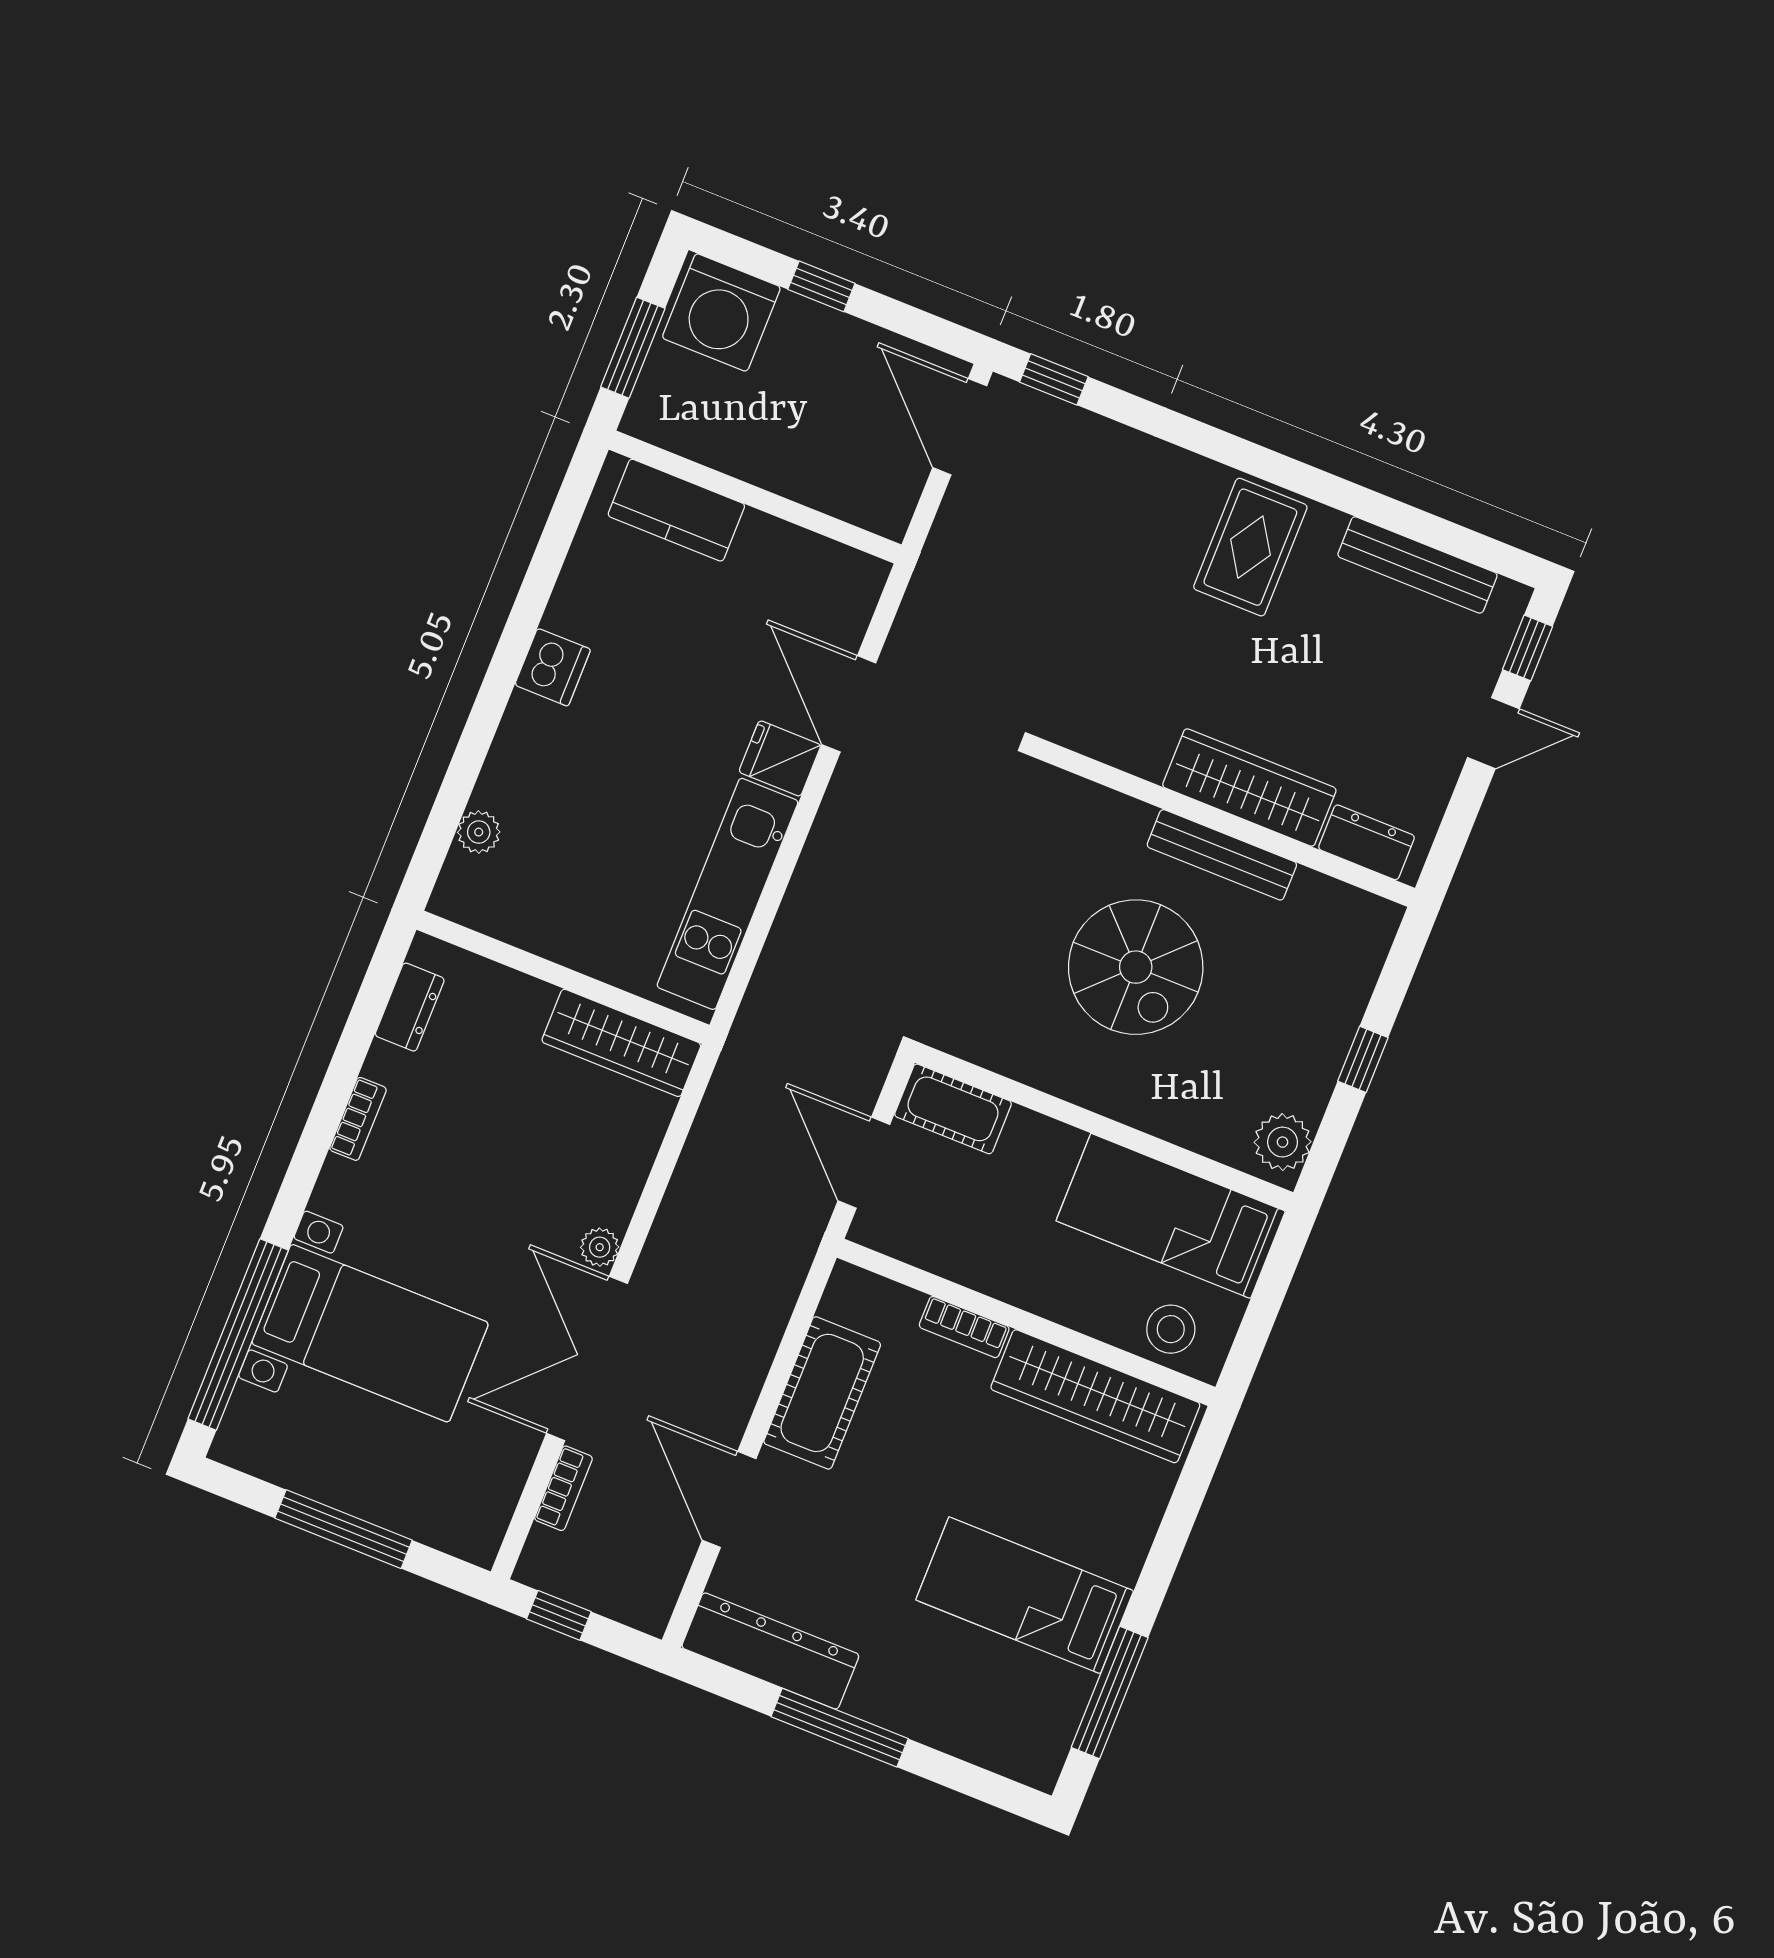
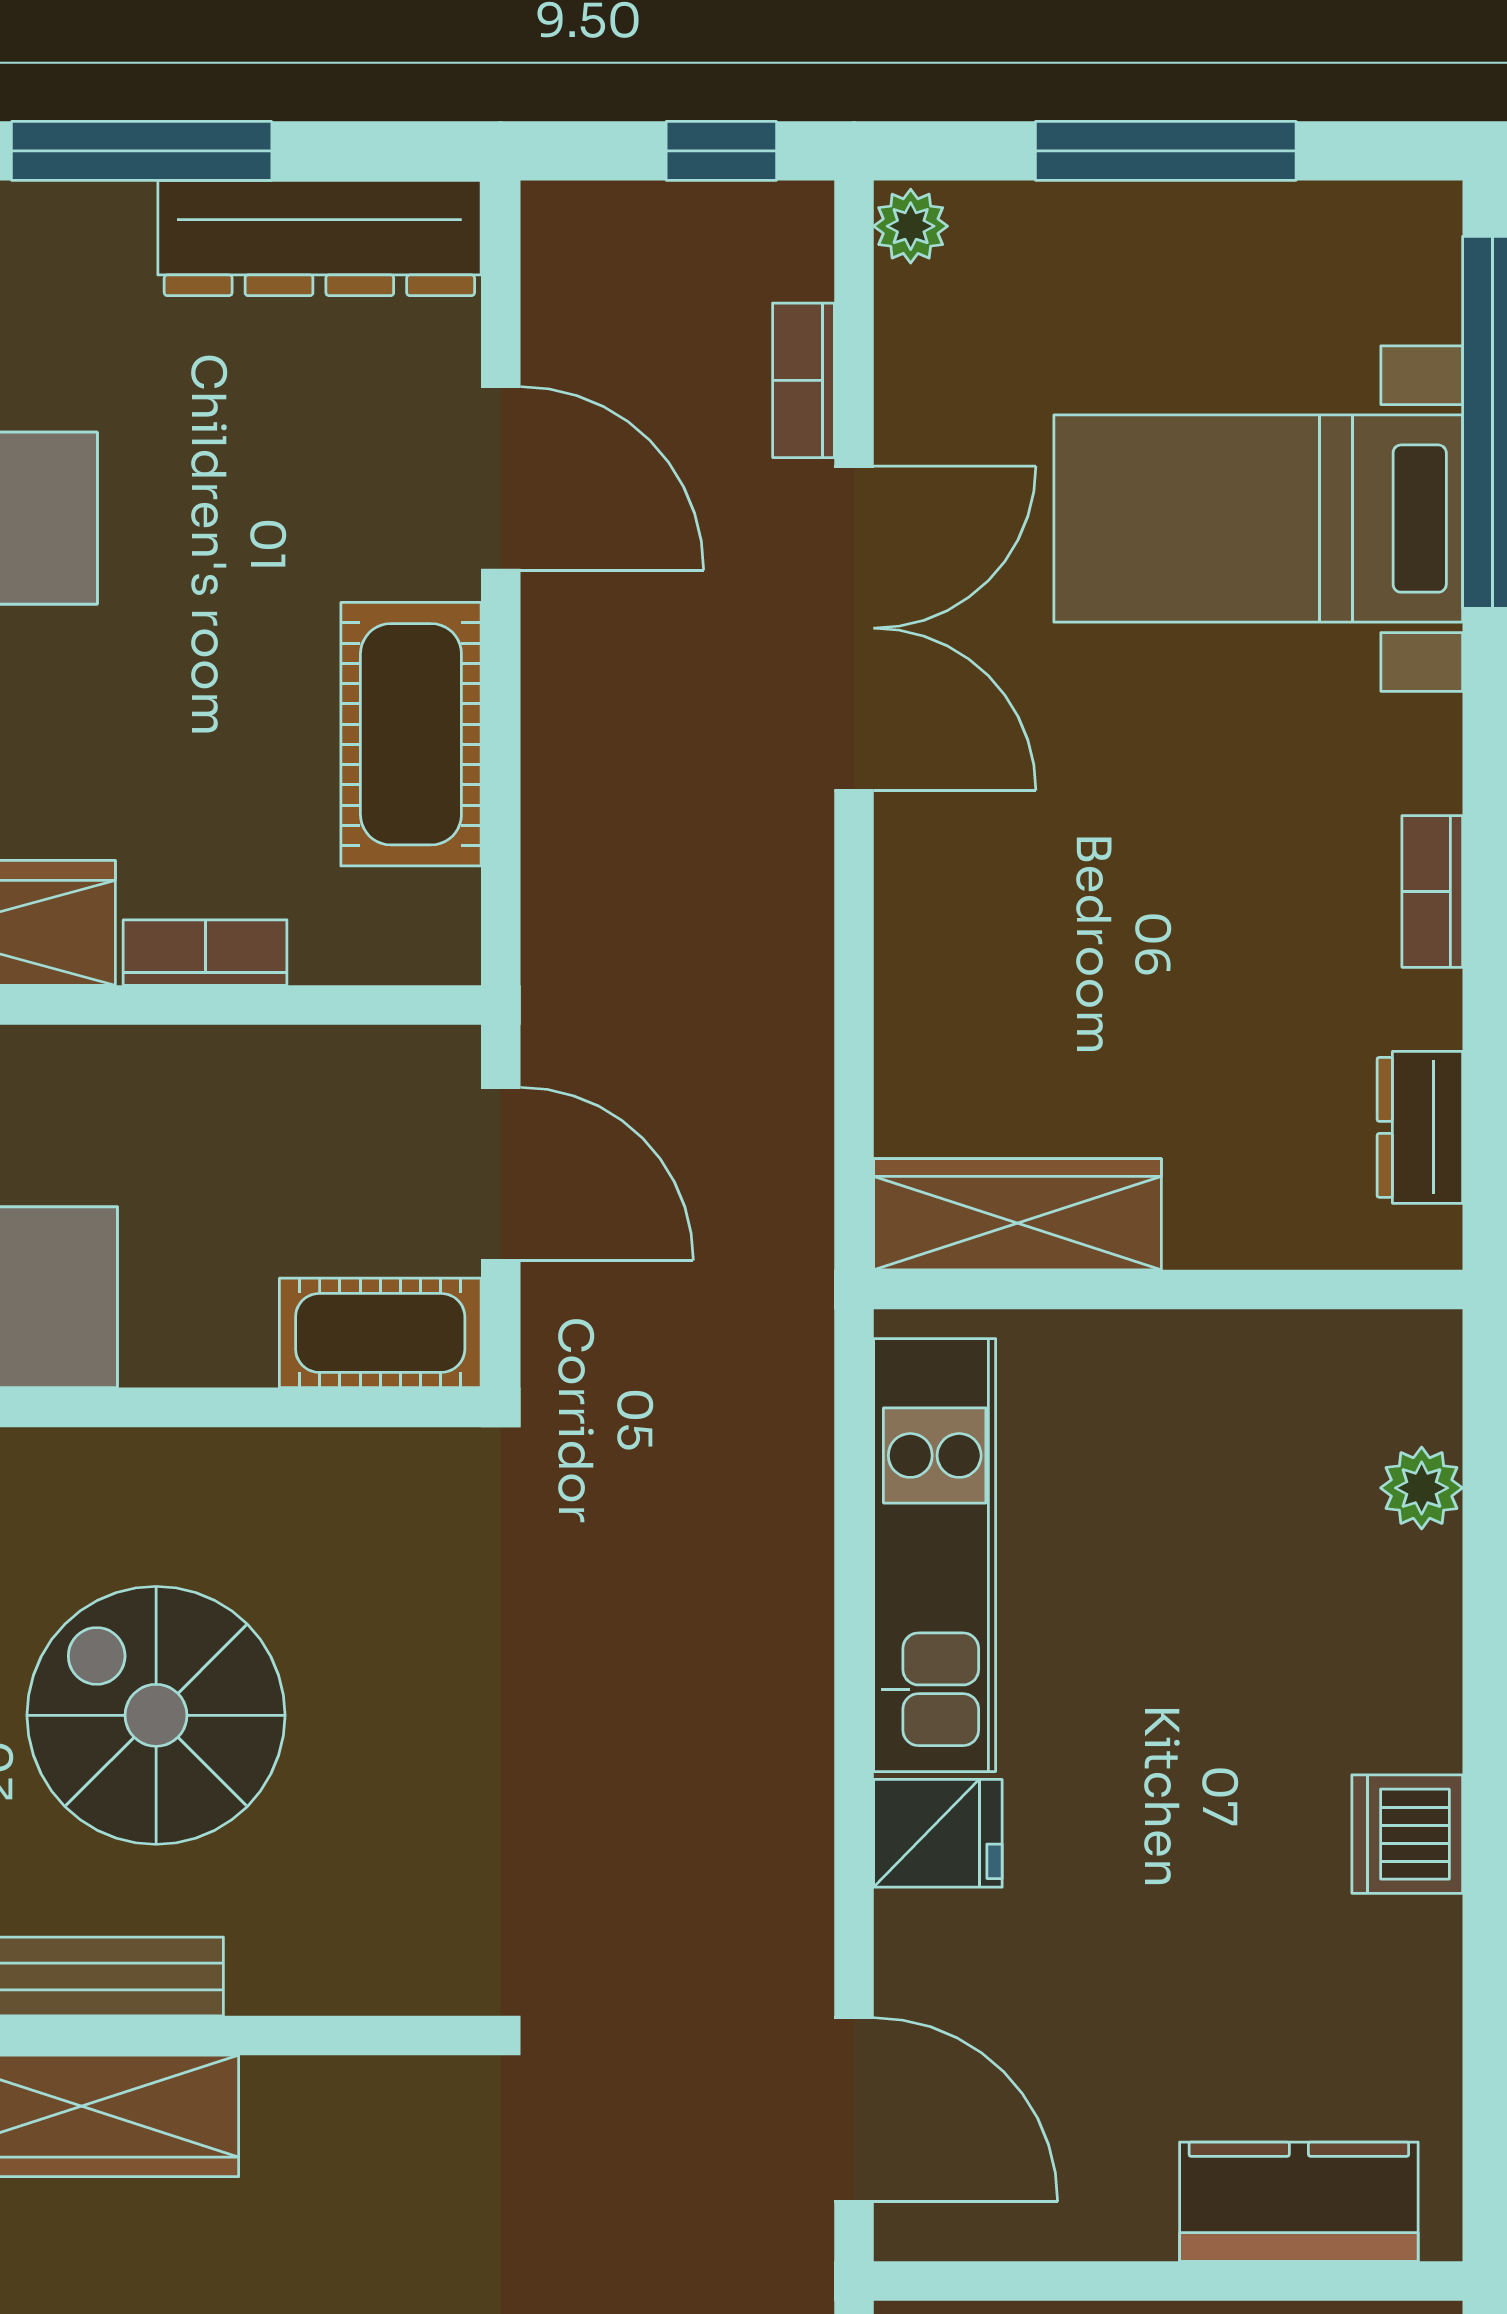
door: (849, 704) -> (854, 2110), moved
plant: (600, 1247) -> (911, 226), moved

